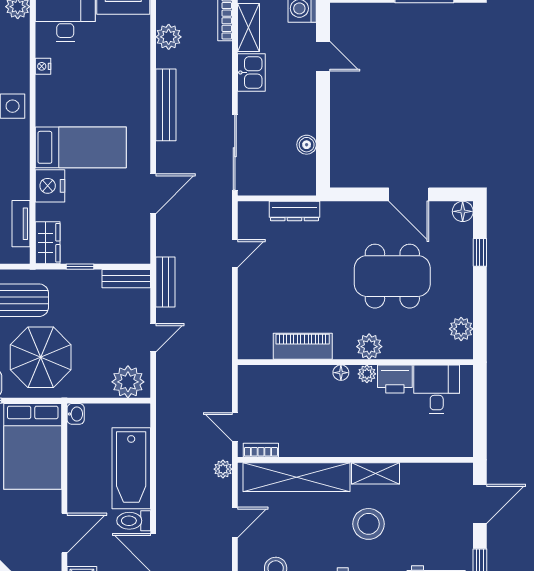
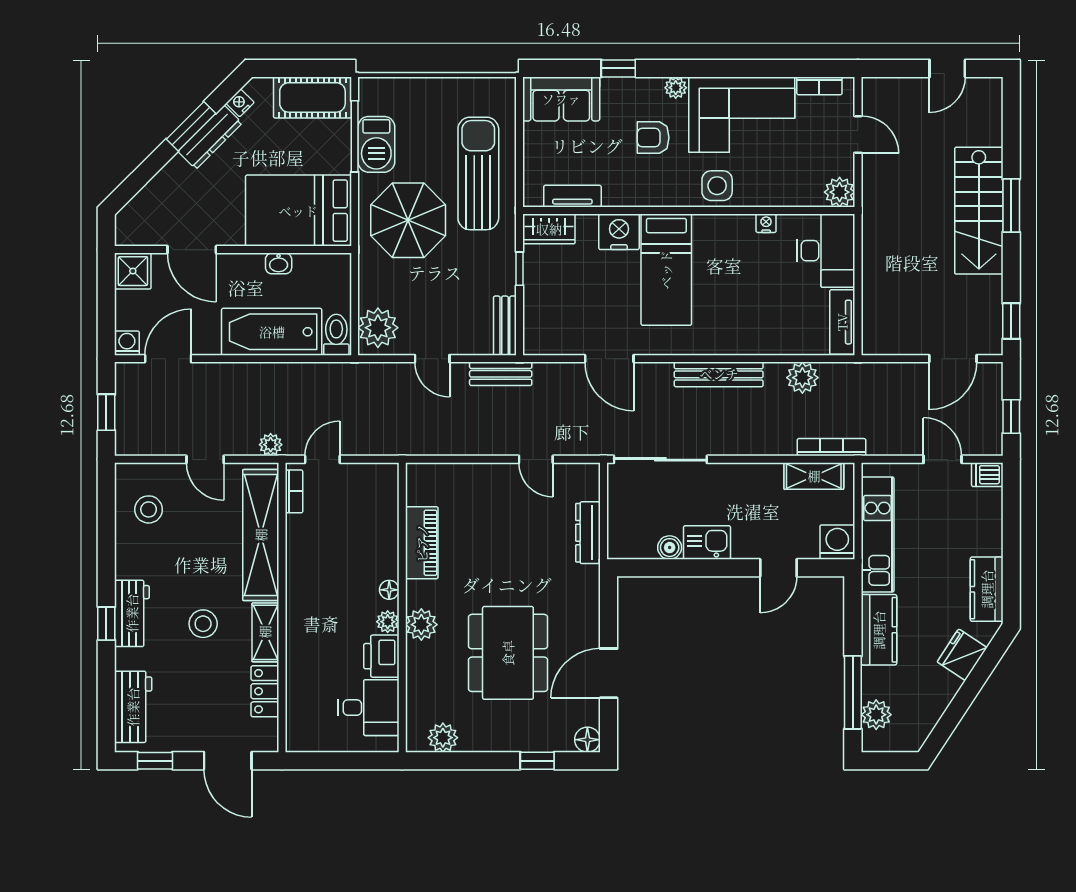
kitchen sink: (251, 72) -> (707, 542), moved, turned 180
washbasin: (76, 414) -> (279, 263), moved
locker: (423, 474) -> (265, 691), added
toilet: (134, 521) -> (336, 335), moved
stool: (369, 524) -> (203, 624), width x0.73, depth x0.73

